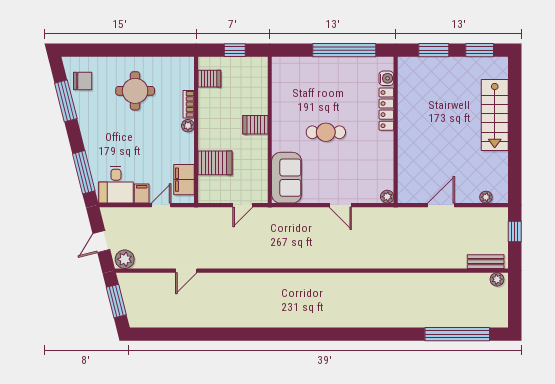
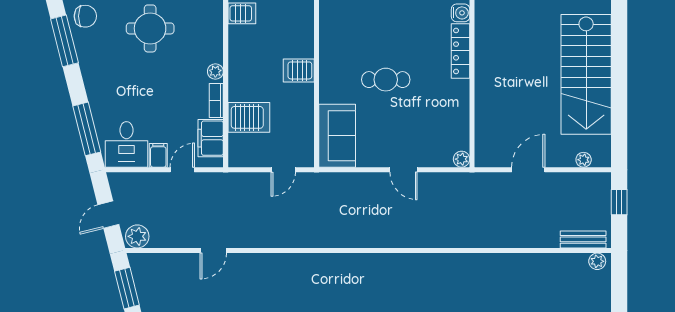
bookcase: (189, 104) -> (216, 101), moved
stairs: (495, 115) -> (586, 74), width x1.36, depth x1.51

